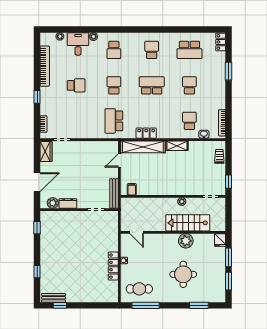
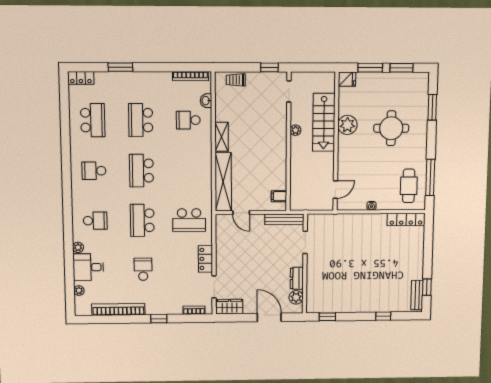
school desk: (114, 85) -> (142, 220), width x1.85
school desk: (189, 85) -> (141, 120), width x1.85
locker: (146, 133) -> (205, 259), moved
locker: (113, 266) -> (406, 219), moved

